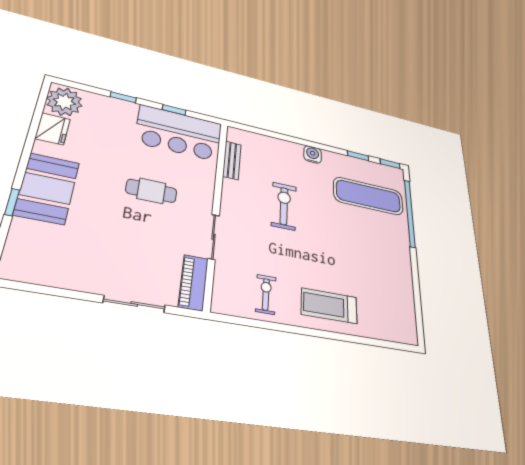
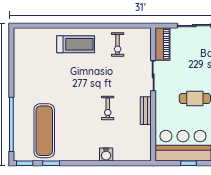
water cooler: (313, 154) -> (106, 155), moved
bench: (232, 160) -> (146, 111), moved
exercise mat: (368, 196) -> (44, 131), turned 90
exercise bike: (284, 206) -> (108, 108), width x0.73, depth x0.72

